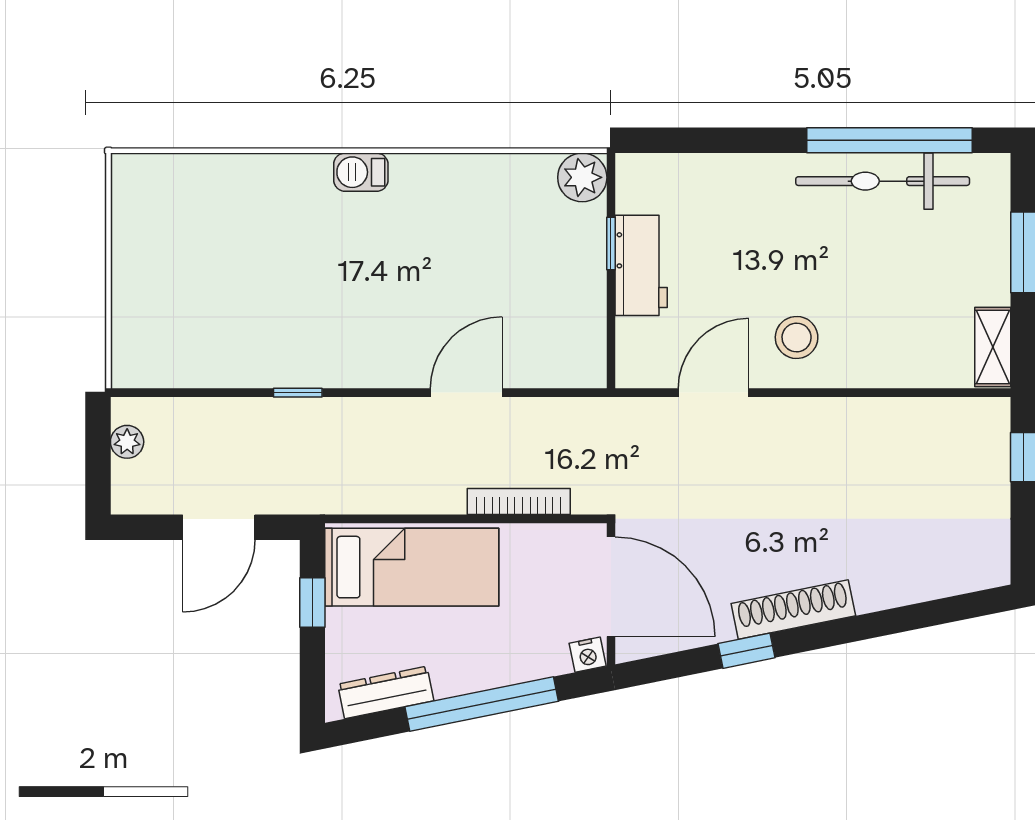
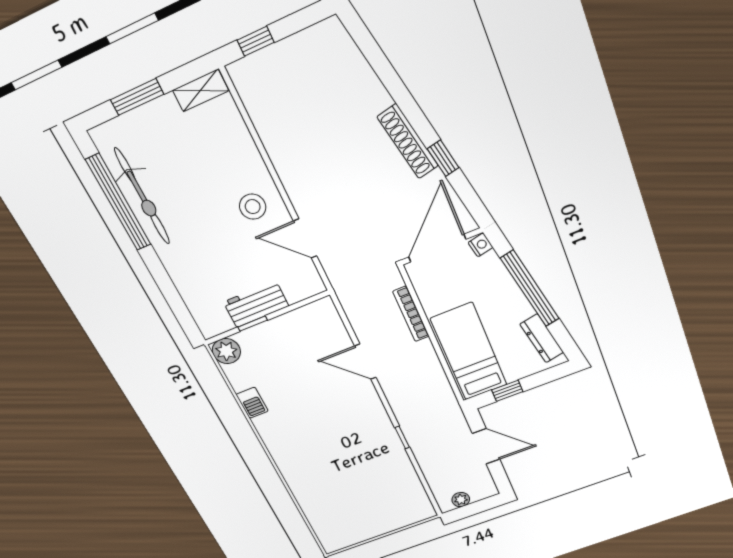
barbecue: (361, 172) -> (252, 403), moved

